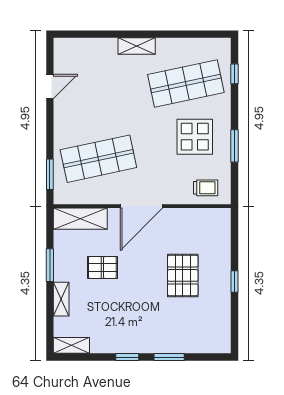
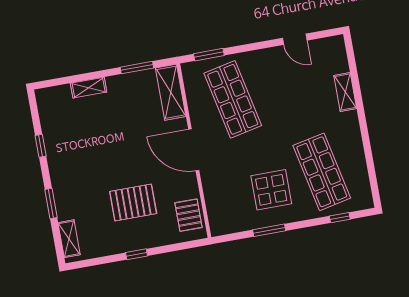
shelving: (137, 46) -> (345, 92), moved
trolley: (206, 188) -> (223, 209), removed
window: (50, 265) -> (137, 68), moved
pallet: (102, 268) -> (188, 215), moved
shelving: (71, 345) -> (69, 239), moved
window: (127, 357) -> (41, 146), moved

